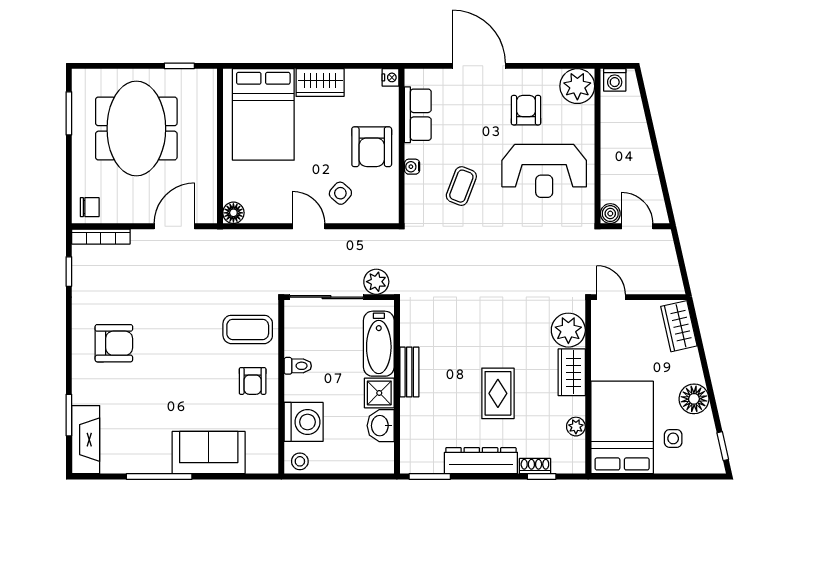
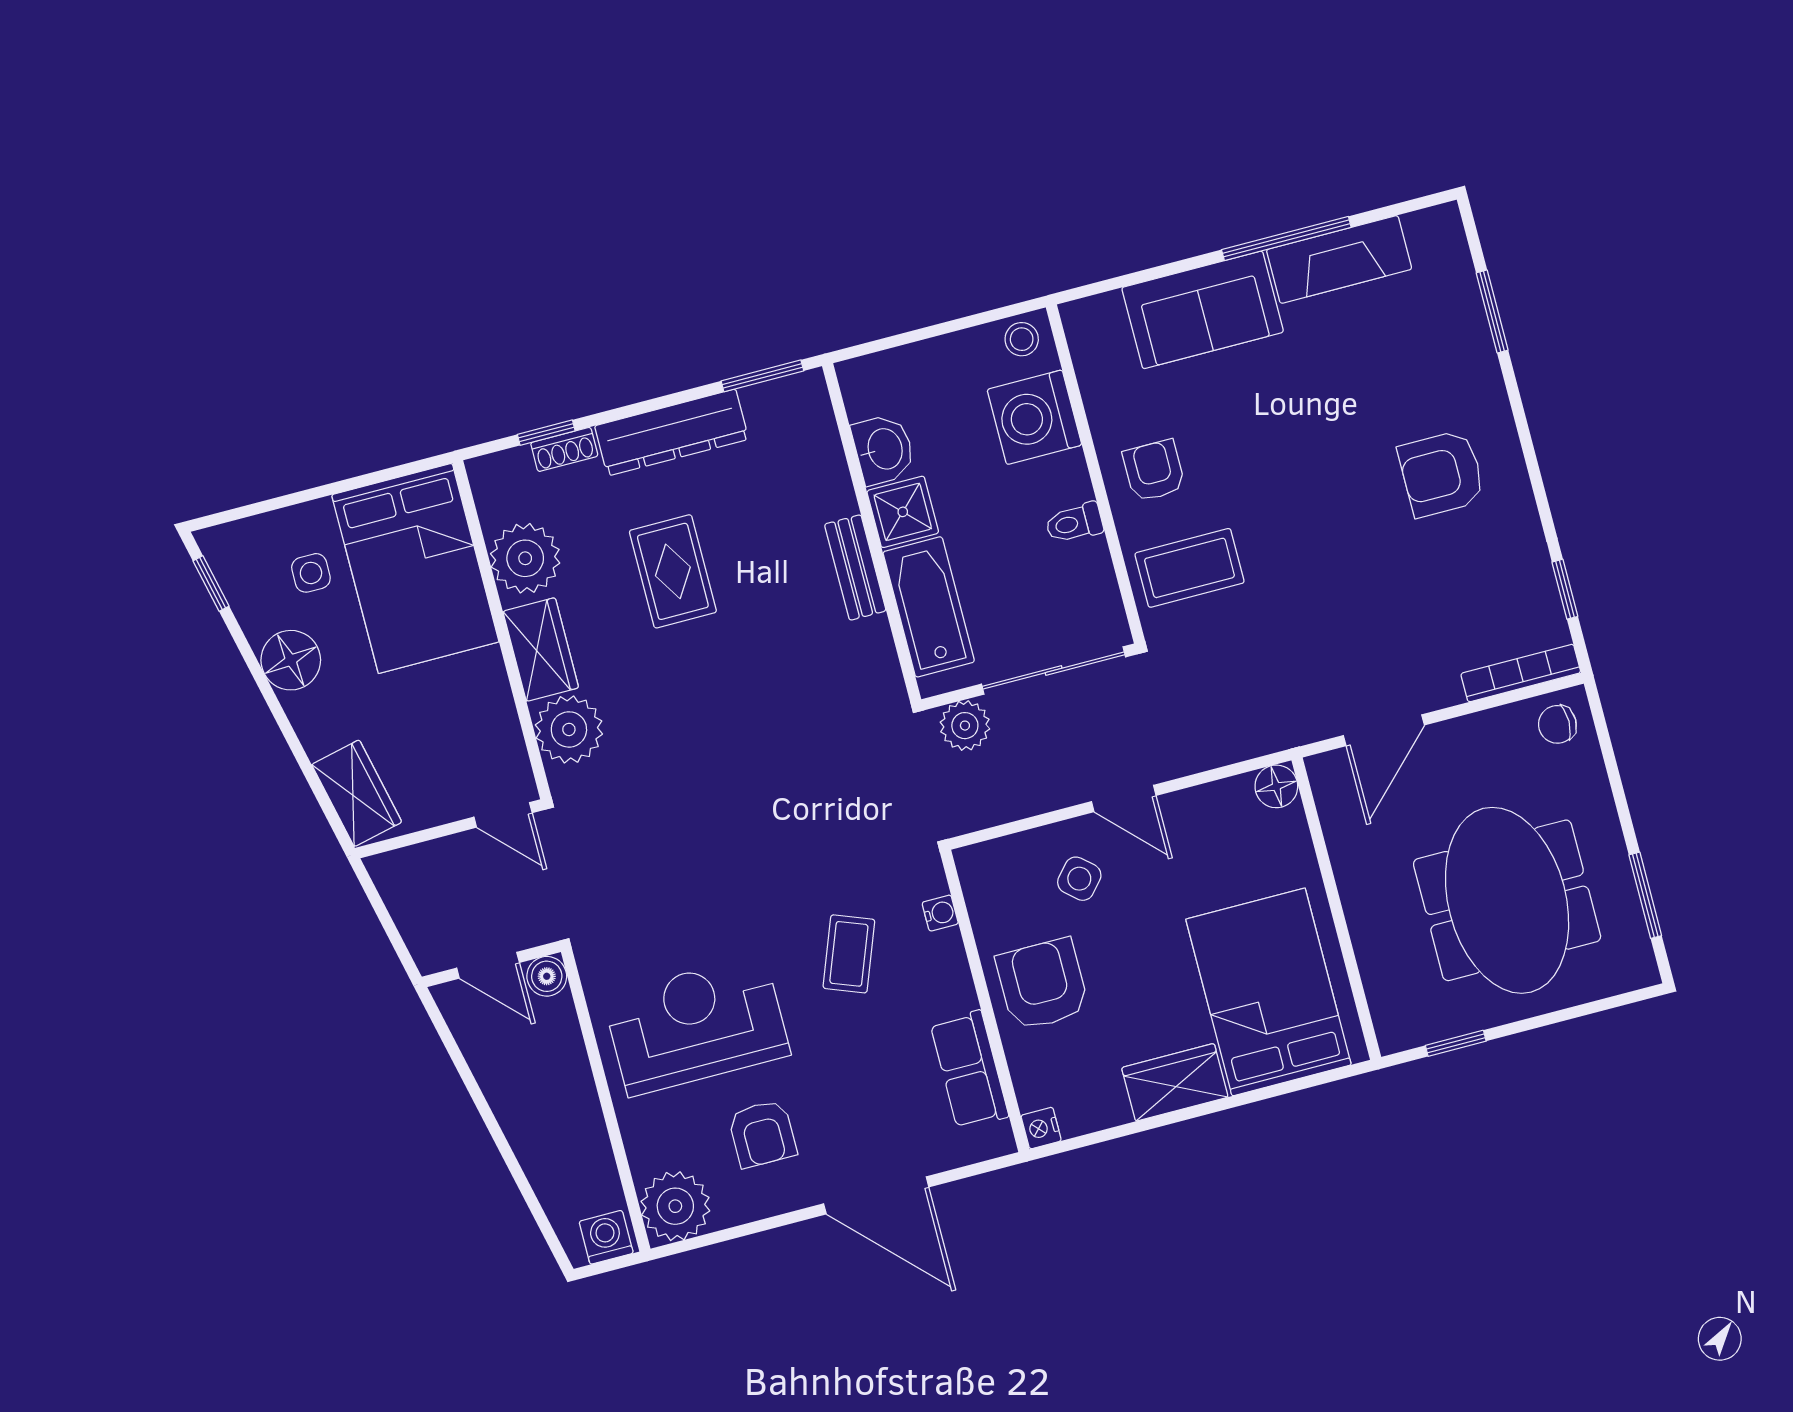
water cooler: (412, 167) -> (940, 913), moved
plant: (576, 427) -> (525, 558), width x1.88, depth x1.88
fireplace: (86, 440) -> (1339, 259), moved, turned -90

